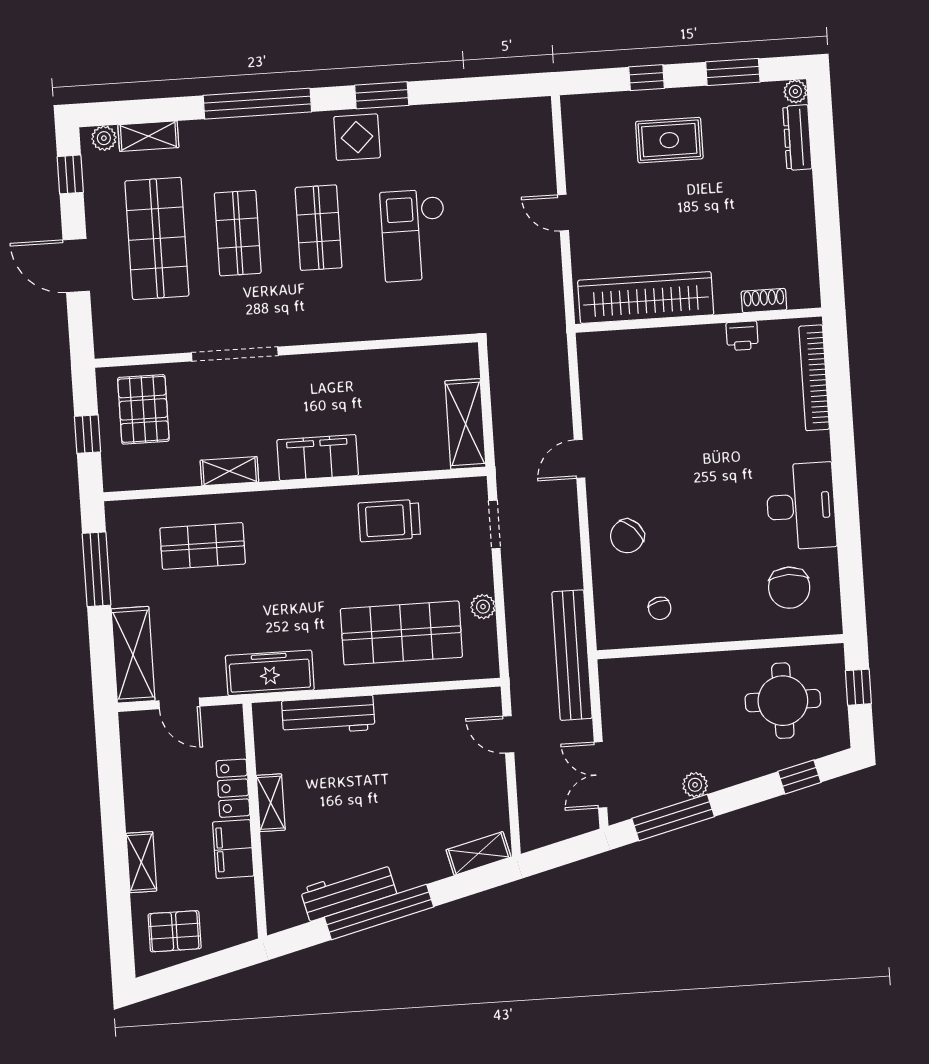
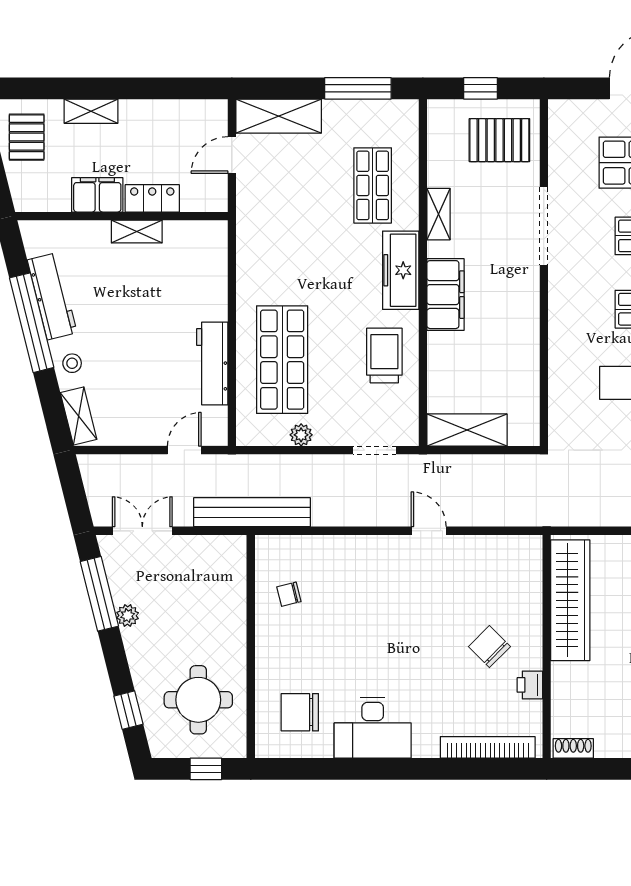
shoe rack: (764, 301) -> (573, 748), moved, turned -90
chair: (627, 536) -> (489, 647), moved
freezer: (270, 673) -> (401, 270), moved, turned 180
workbench: (328, 715) -> (212, 364), moved
stool: (421, 864) -> (72, 363), added

